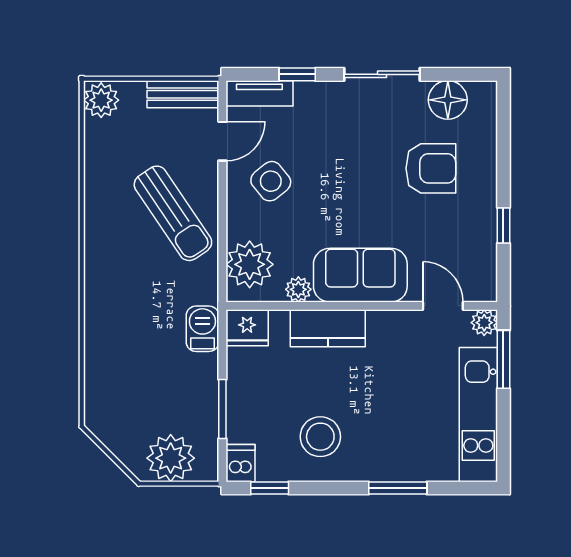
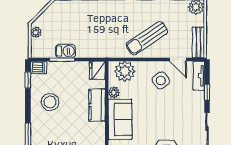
barbecue: (202, 329) -> (65, 51), moved
plant: (171, 458) -> (36, 32), width x0.53, depth x0.53

